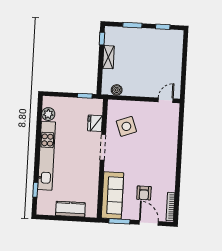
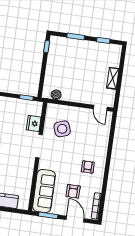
shelving: (108, 57) -> (113, 78), moved
door: (166, 100) -> (100, 108), swing flipped
armchair: (158, 165) -> (88, 167), added

